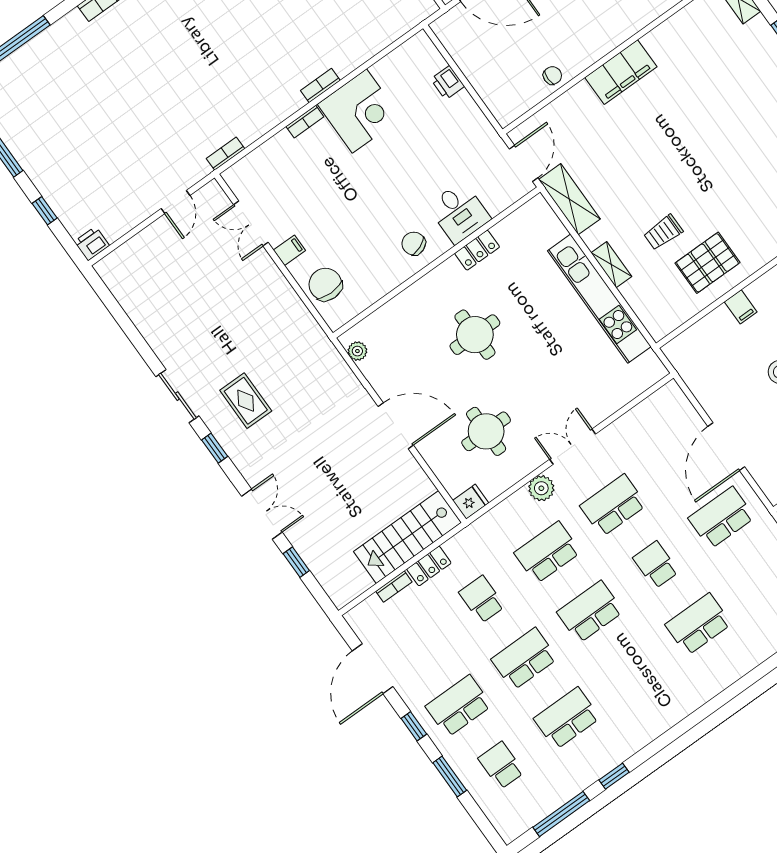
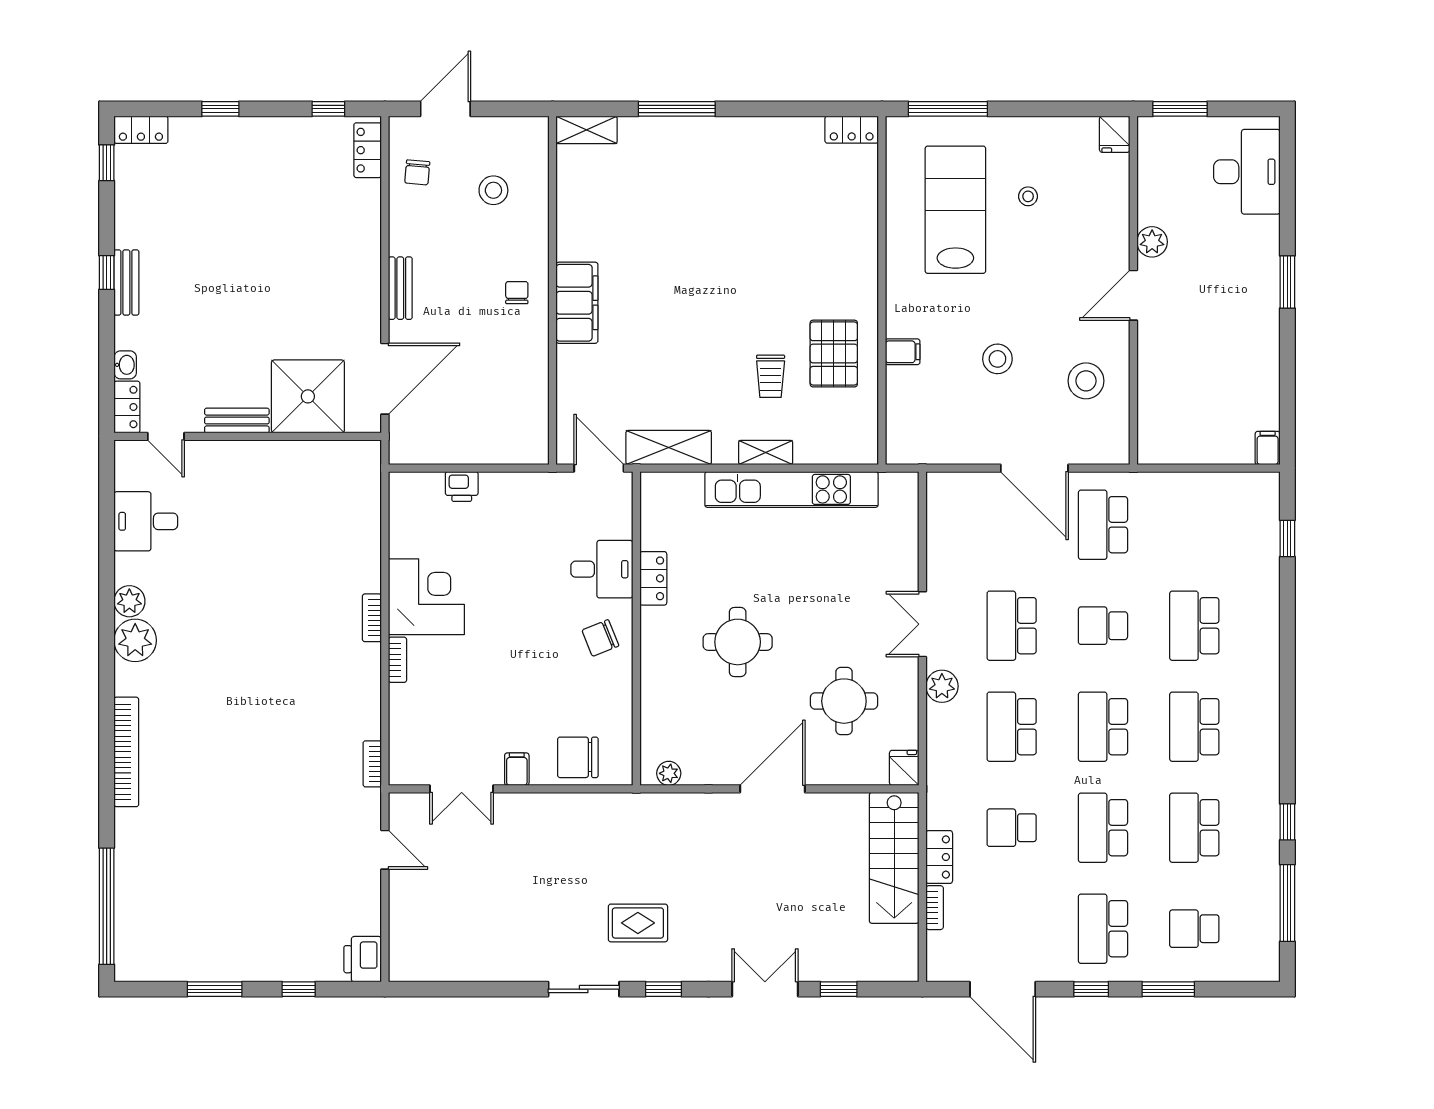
chair: (552, 75) -> (517, 293), moved
printer: (92, 244) -> (363, 959), width x1.36, depth x1.24
school desk: (633, 671) -> (1194, 727), added

